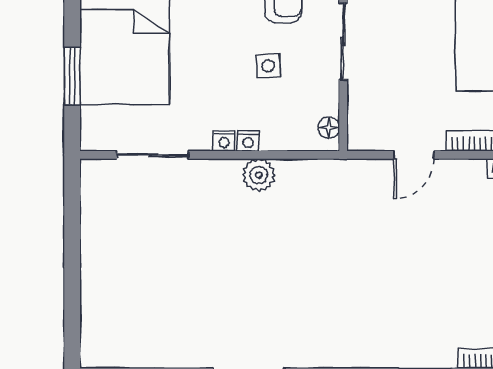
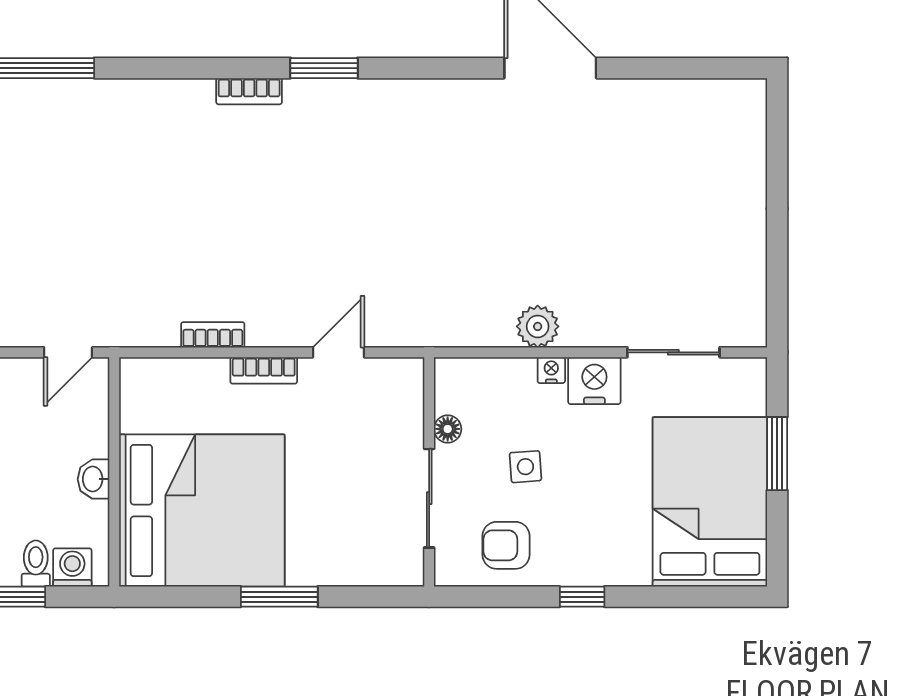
floor lamp: (329, 128) -> (448, 429), moved
nightstand: (224, 141) -> (594, 381), width x1.89, depth x1.79

